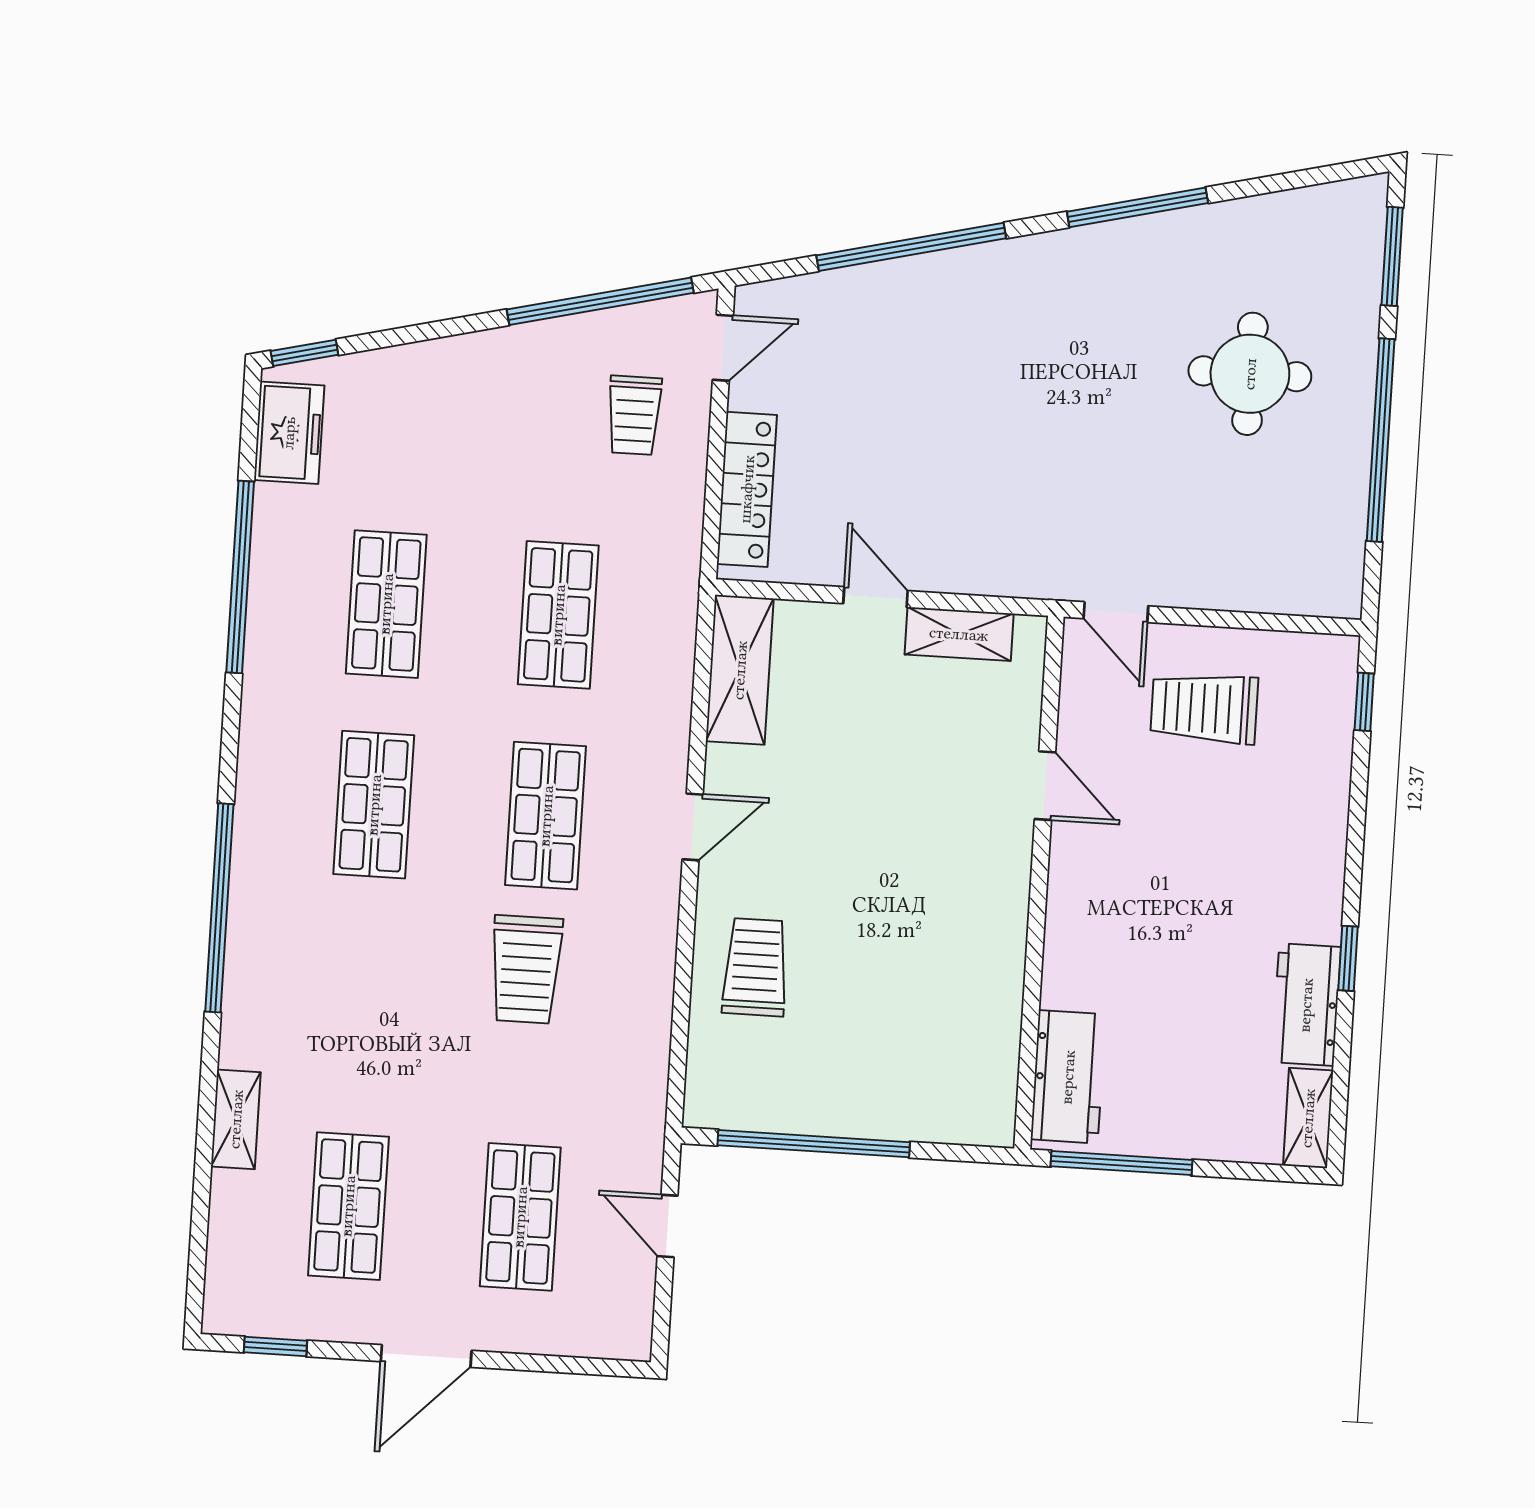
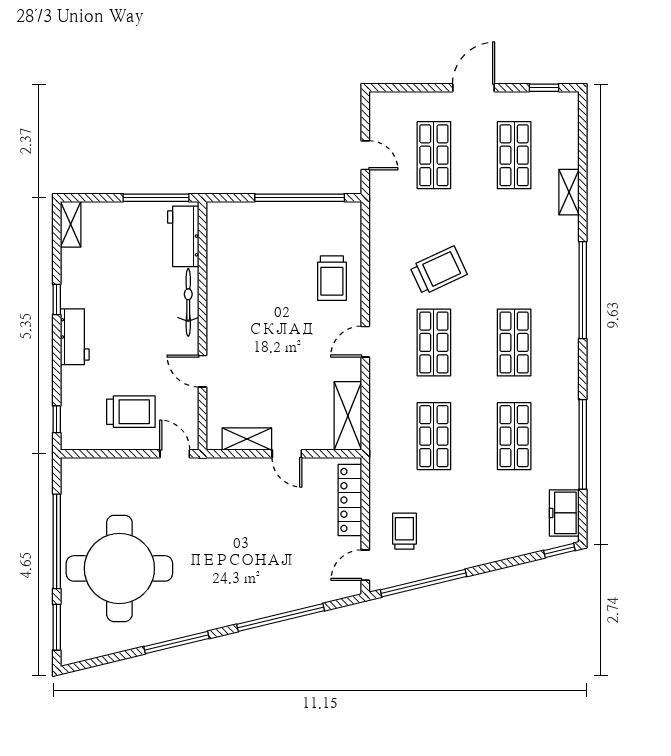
round table: (1250, 374) -> (119, 568), width x1.86, depth x1.86
bicycle: (1067, 935) -> (188, 302), added
trolley: (526, 969) -> (438, 270), turned 65
workbench: (1306, 1005) -> (75, 337), moved

